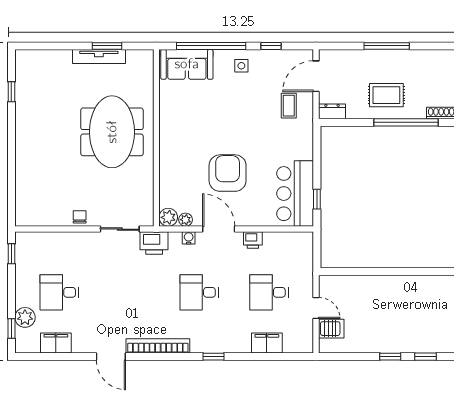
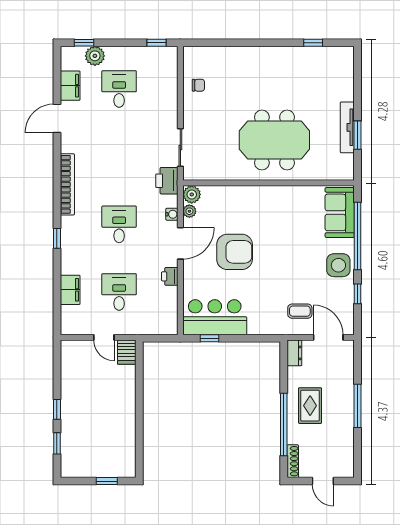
side table: (241, 66) -> (338, 265), width x1.87, depth x1.87
chair: (80, 217) -> (198, 85), moved
door: (316, 308) -> (104, 337), hinge flipped
server rack: (331, 329) -> (127, 352), moved
door: (111, 357) -> (57, 118), moved

